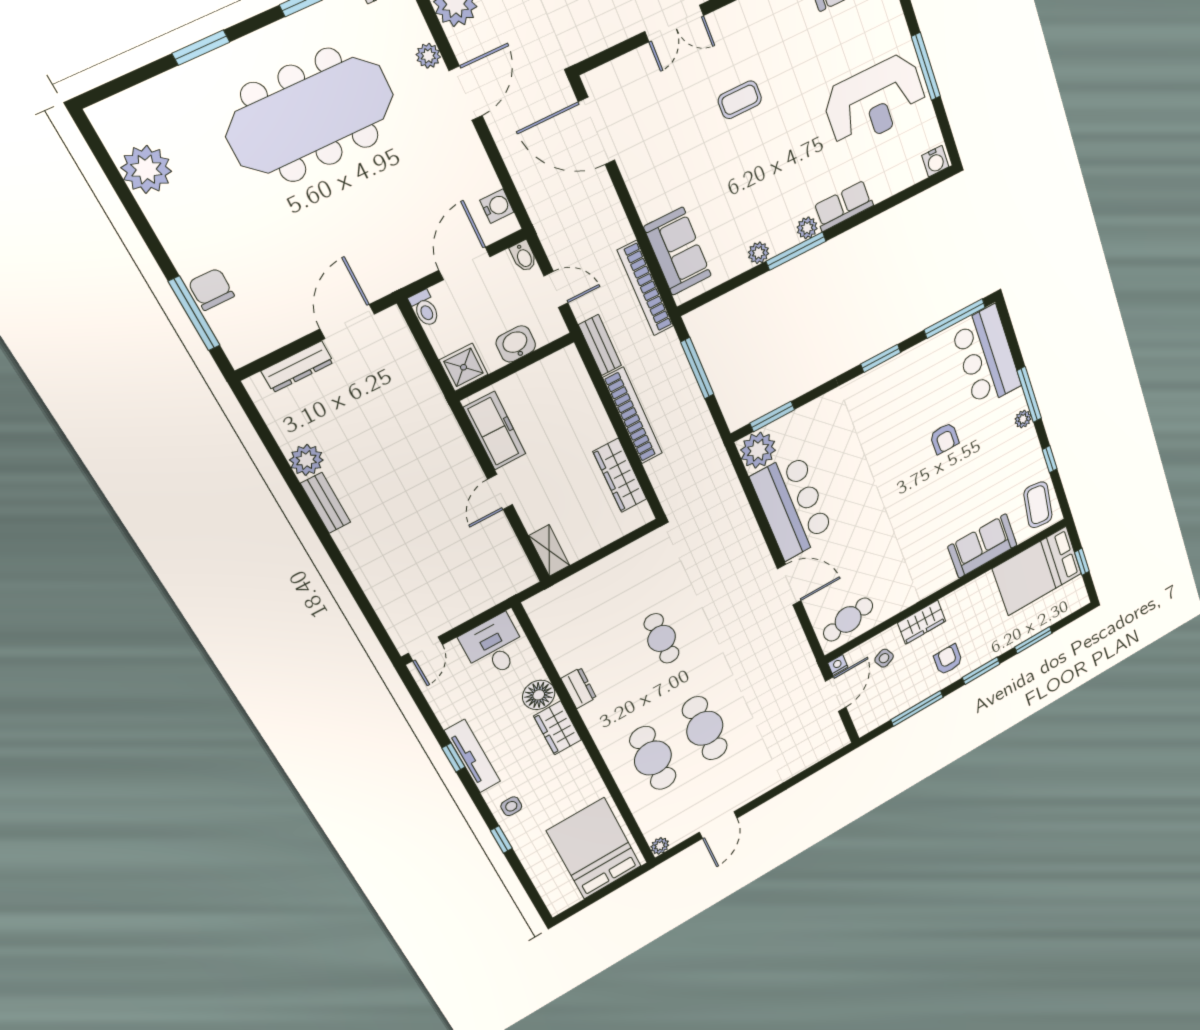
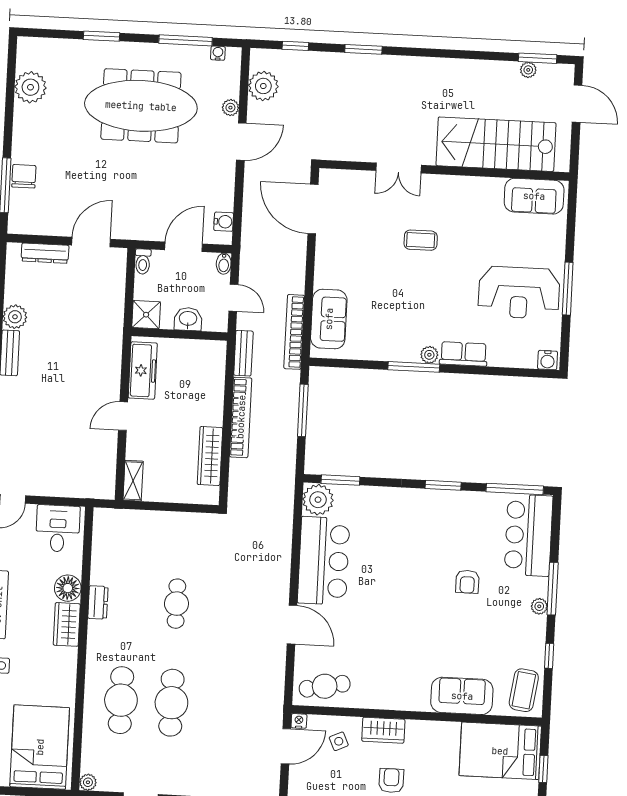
plant: (759, 253) -> (386, 353), removed

